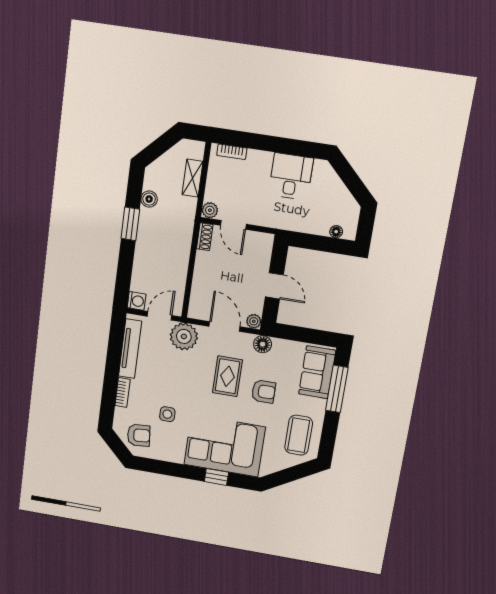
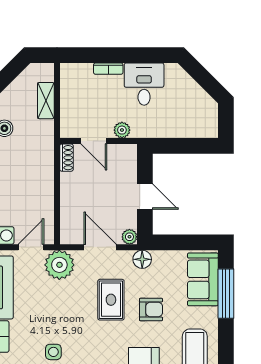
bookcase: (232, 152) -> (108, 69), moved
plant: (210, 210) -> (122, 130), moved
floor lamp: (336, 232) -> (198, 132), removed

